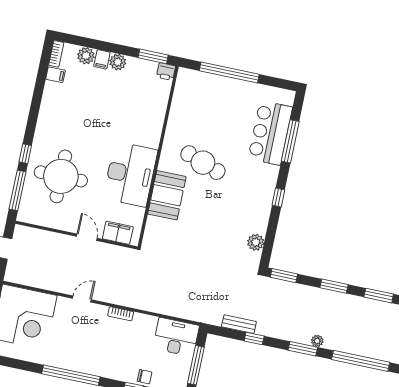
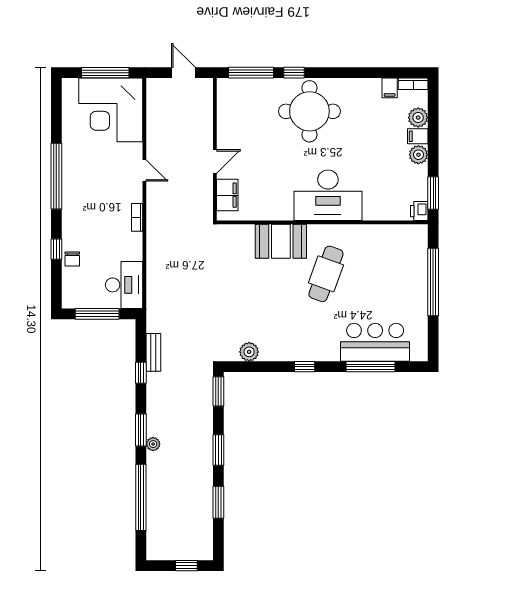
desk: (130, 174) -> (328, 195), moved
round table: (61, 176) -> (309, 111), moved

